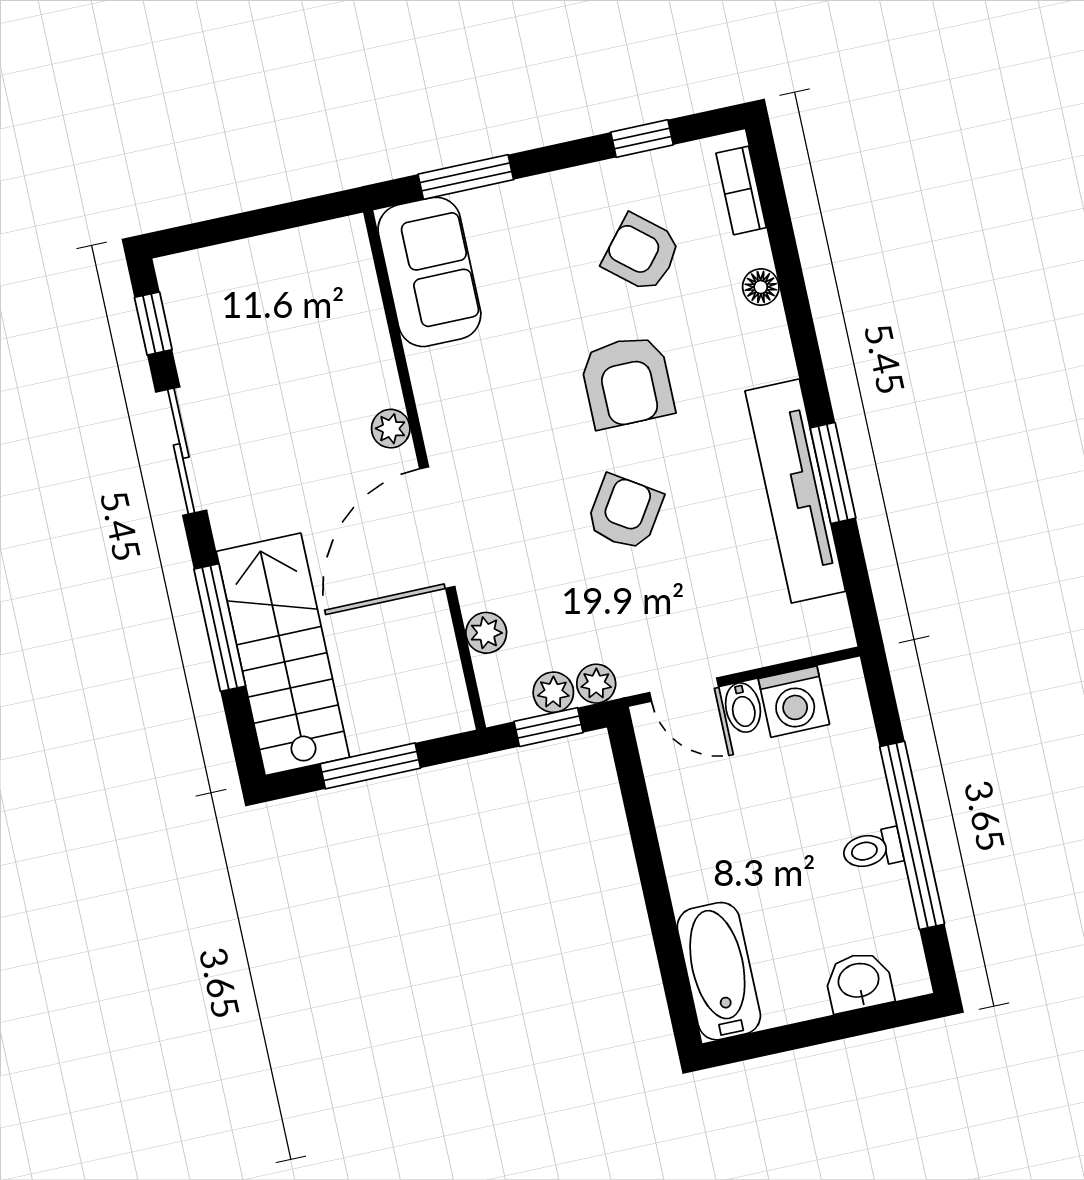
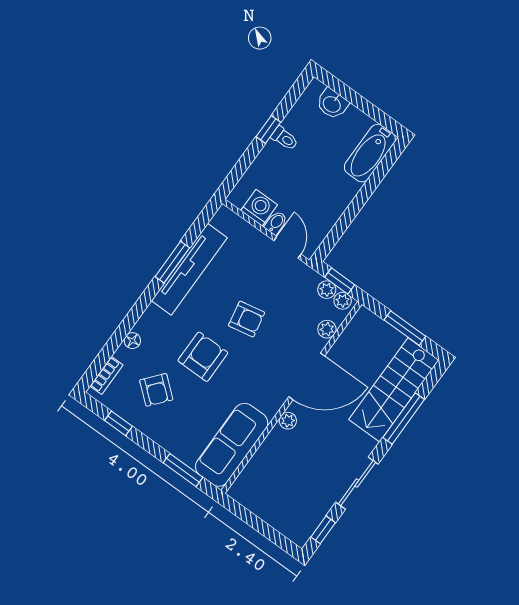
sofa: (429, 272) -> (232, 445), width x1.36
armchair: (625, 512) -> (247, 319), turned -134
plant: (596, 684) -> (343, 301), moved
window: (912, 835) -> (268, 129), width x0.32

